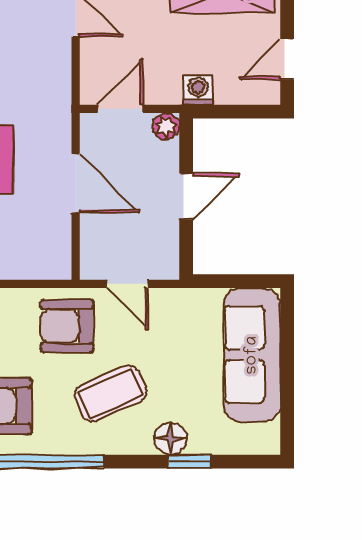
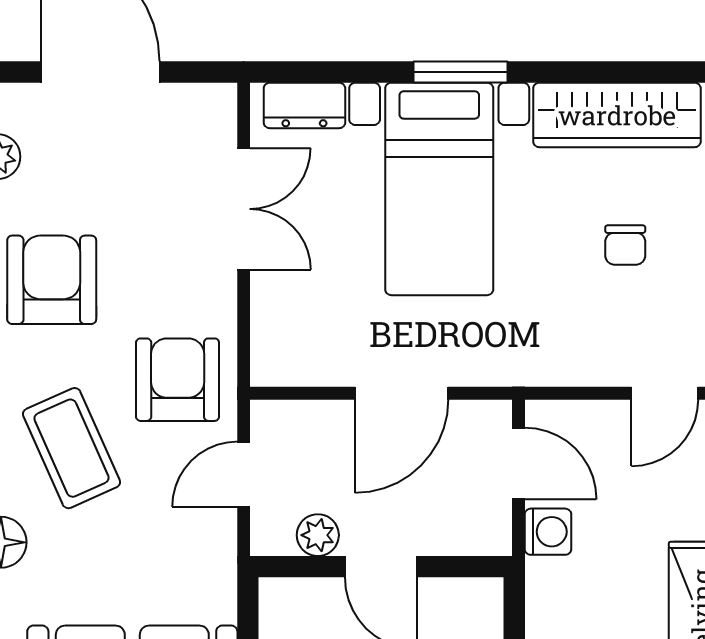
washing machine: (198, 90) -> (548, 532), moved
plant: (166, 126) -> (318, 535), moved

